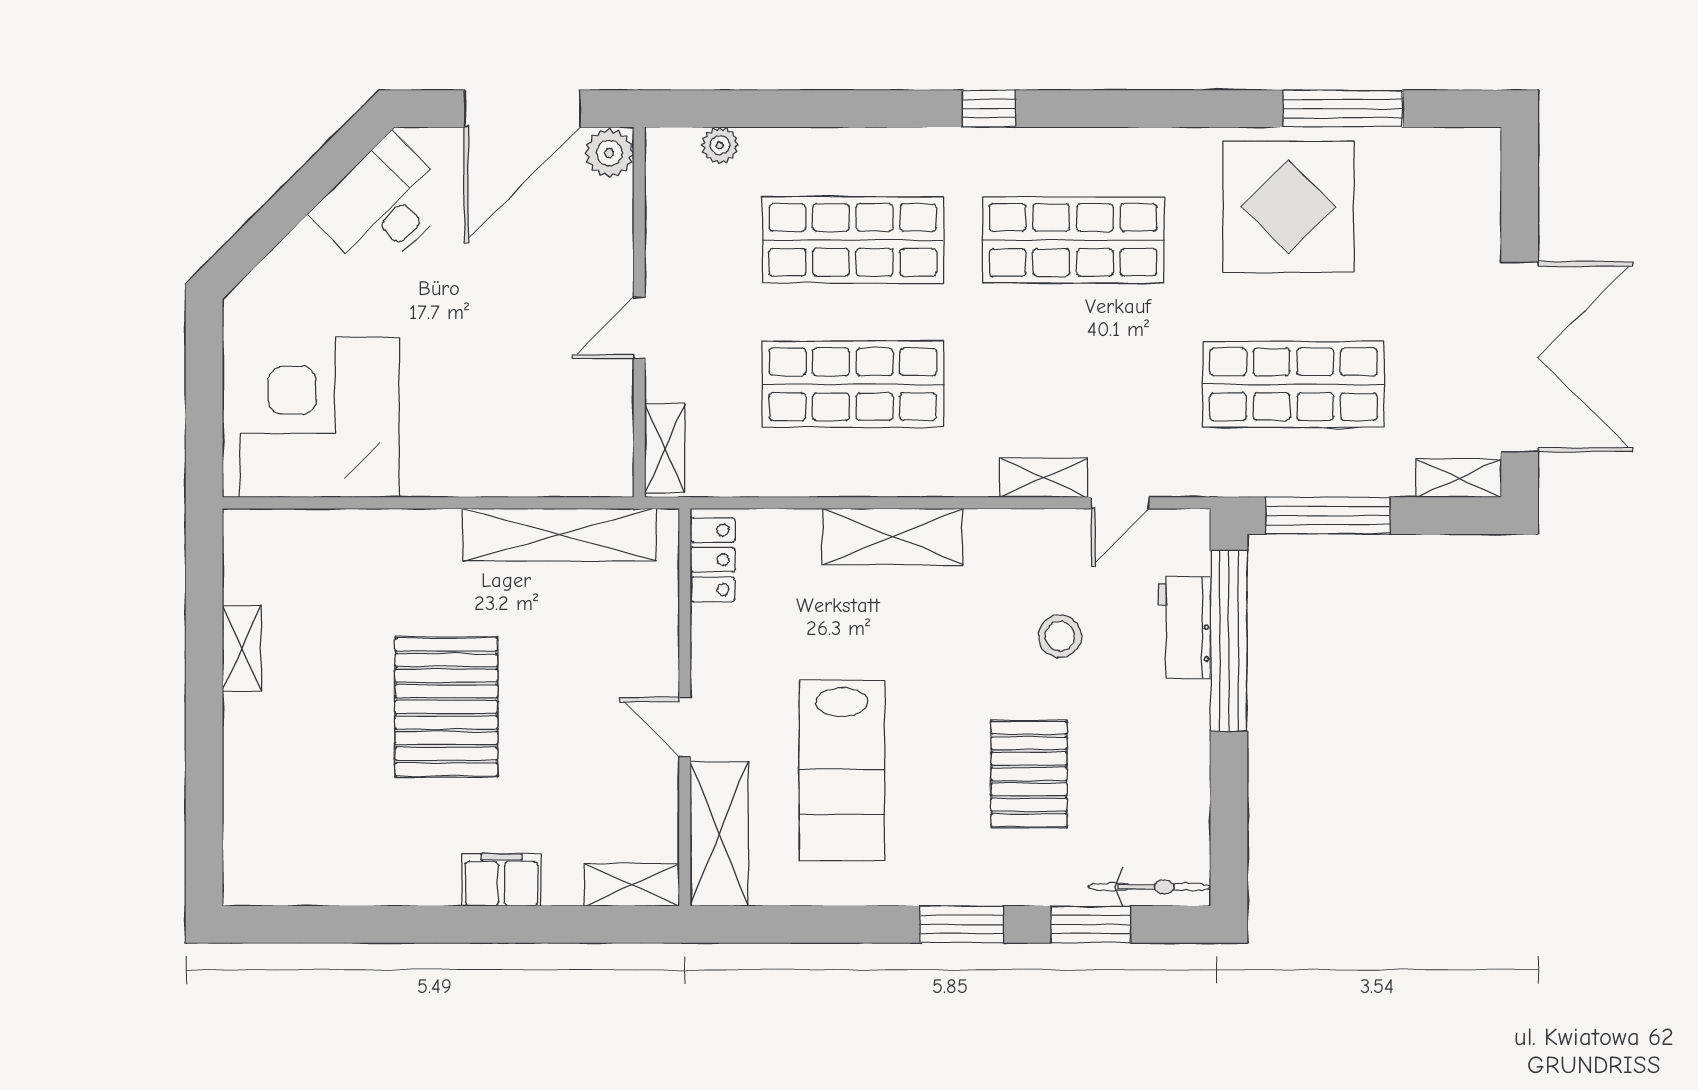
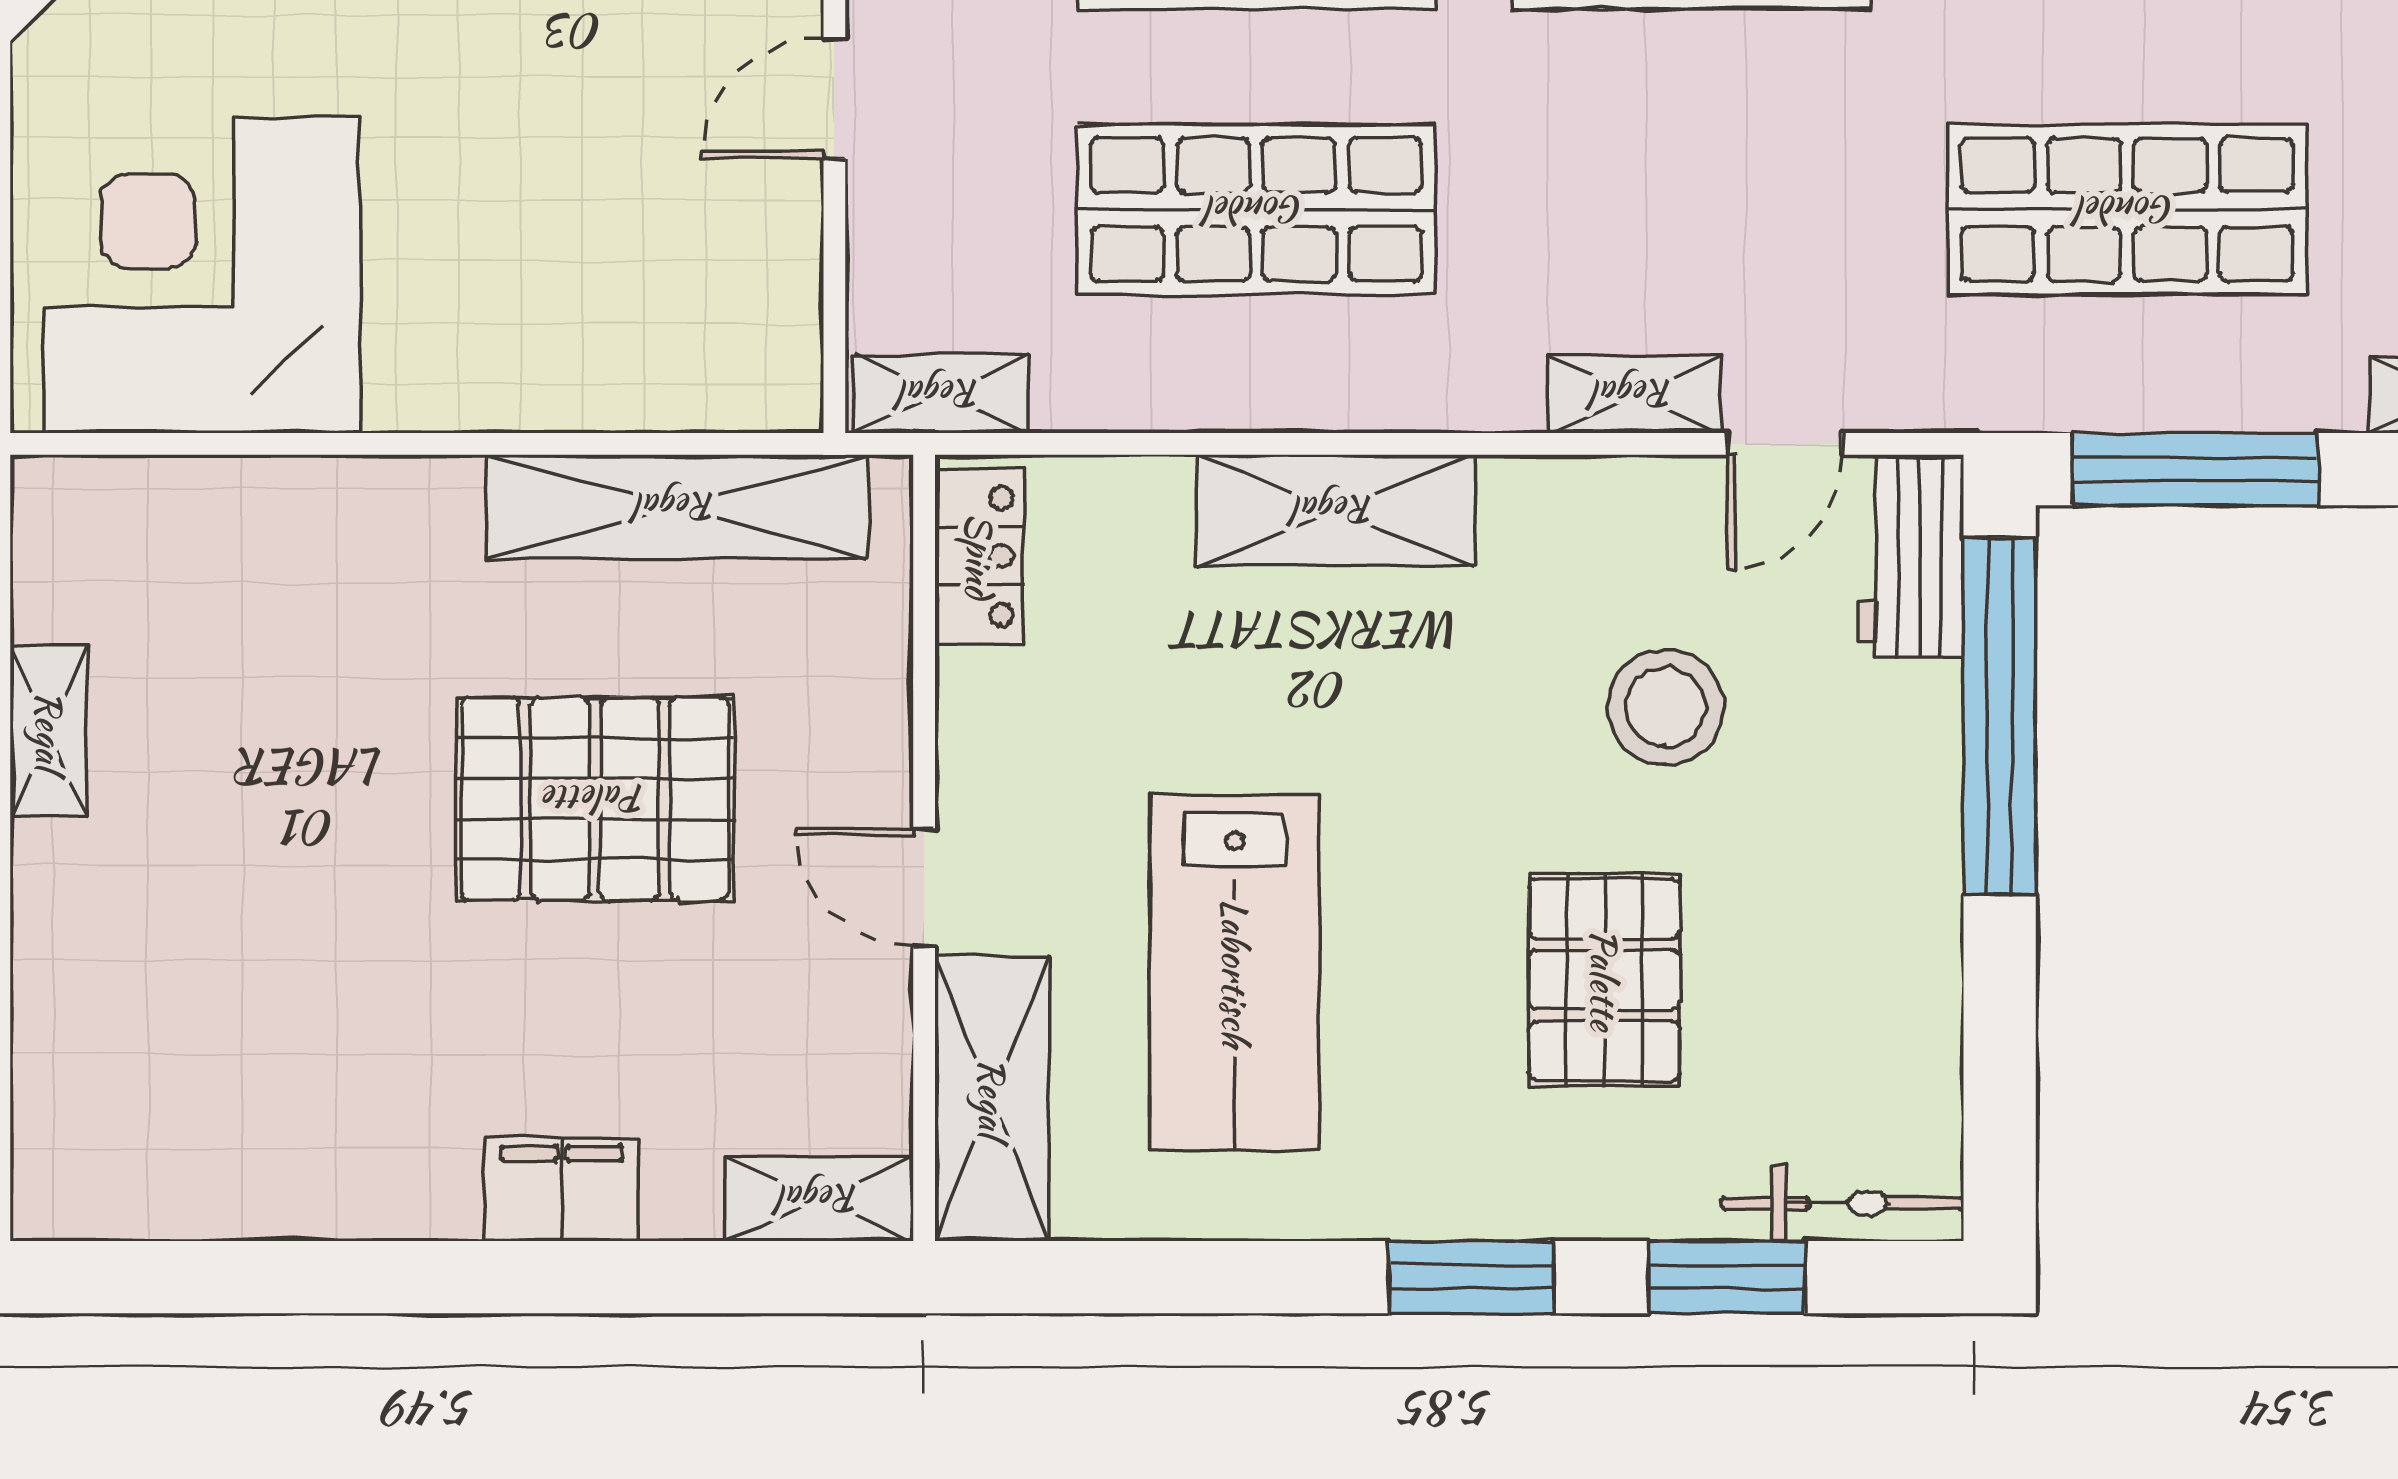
shelving: (665, 448) -> (941, 394), moved, turned 90
workbench: (1184, 628) -> (1911, 556), moved
stool: (1060, 636) -> (1666, 707), width x1.38, depth x1.38
pallet: (446, 707) -> (595, 799), moved, turned 90

